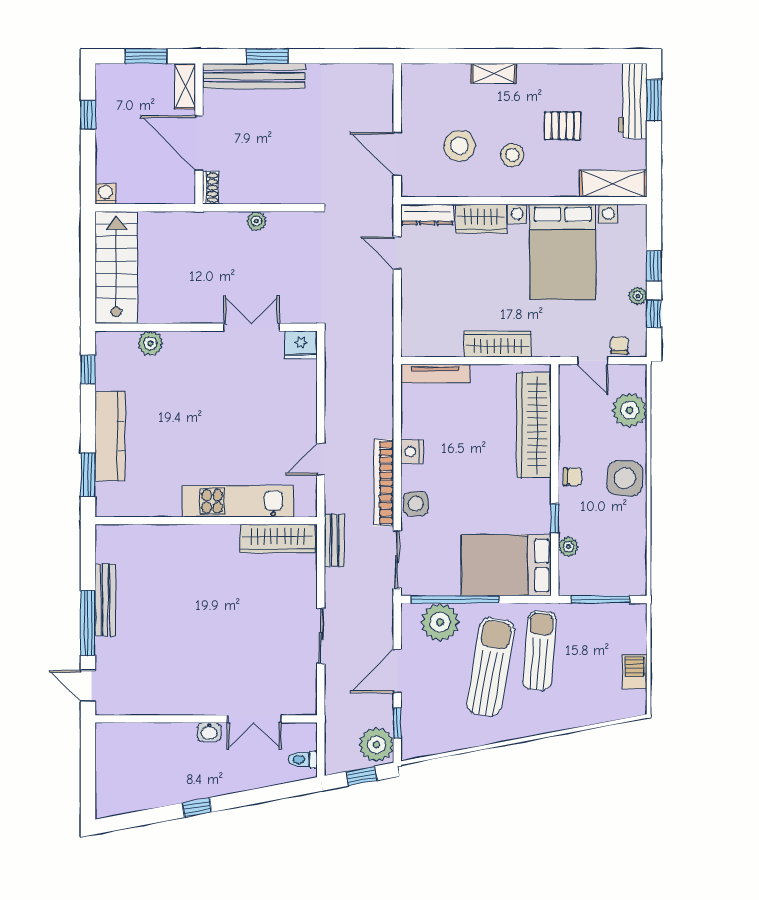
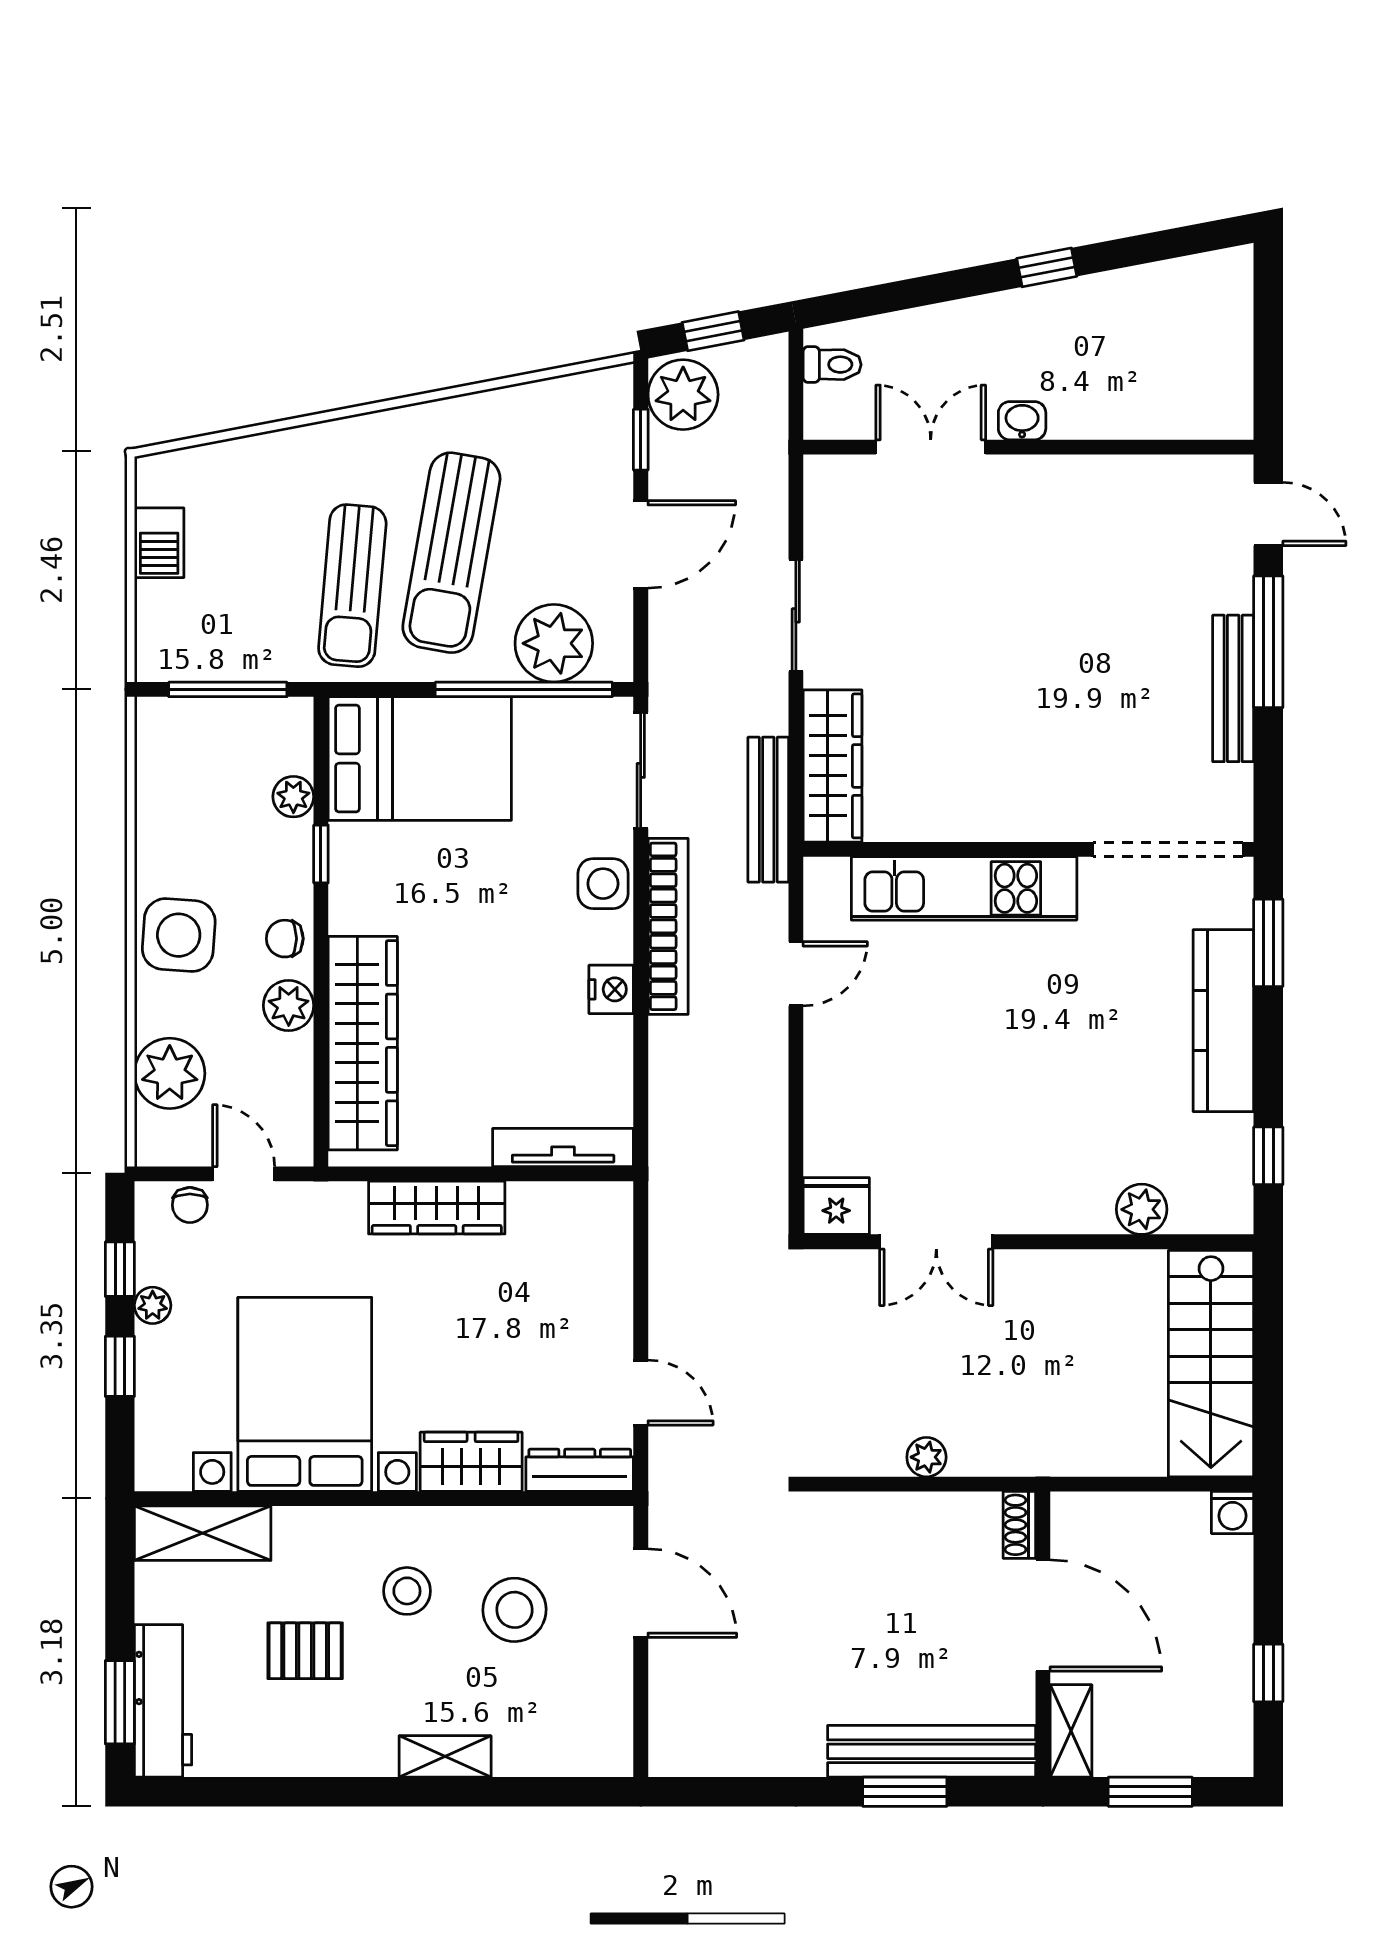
plant: (571, 444) -> (289, 1006), added
doorway: (137, 521) -> (1168, 849), added
wardrobe: (277, 539) -> (832, 766), moved, turned 90
bench: (334, 540) -> (768, 810), width x1.36

